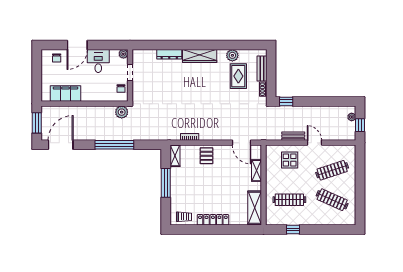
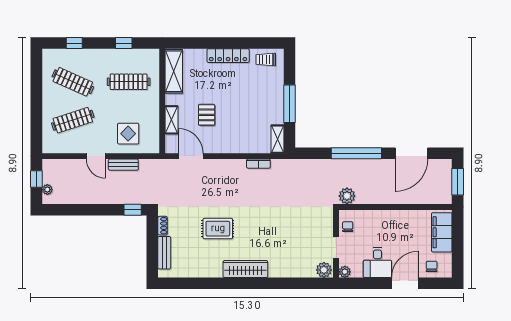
dresser: (169, 54) -> (285, 271), removed
plant: (232, 55) -> (324, 270), moved
rug: (238, 76) -> (218, 229), moved, turned 90
filing cabinet: (65, 94) -> (442, 232), moved, turned 90
door: (61, 145) -> (411, 153), moved
pallet: (206, 156) -> (207, 115), moved
window: (331, 229) -> (74, 43), added

